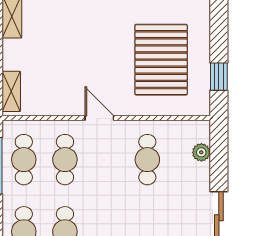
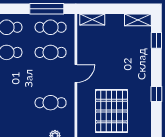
pallet: (161, 60) -> (112, 111), turned 90

